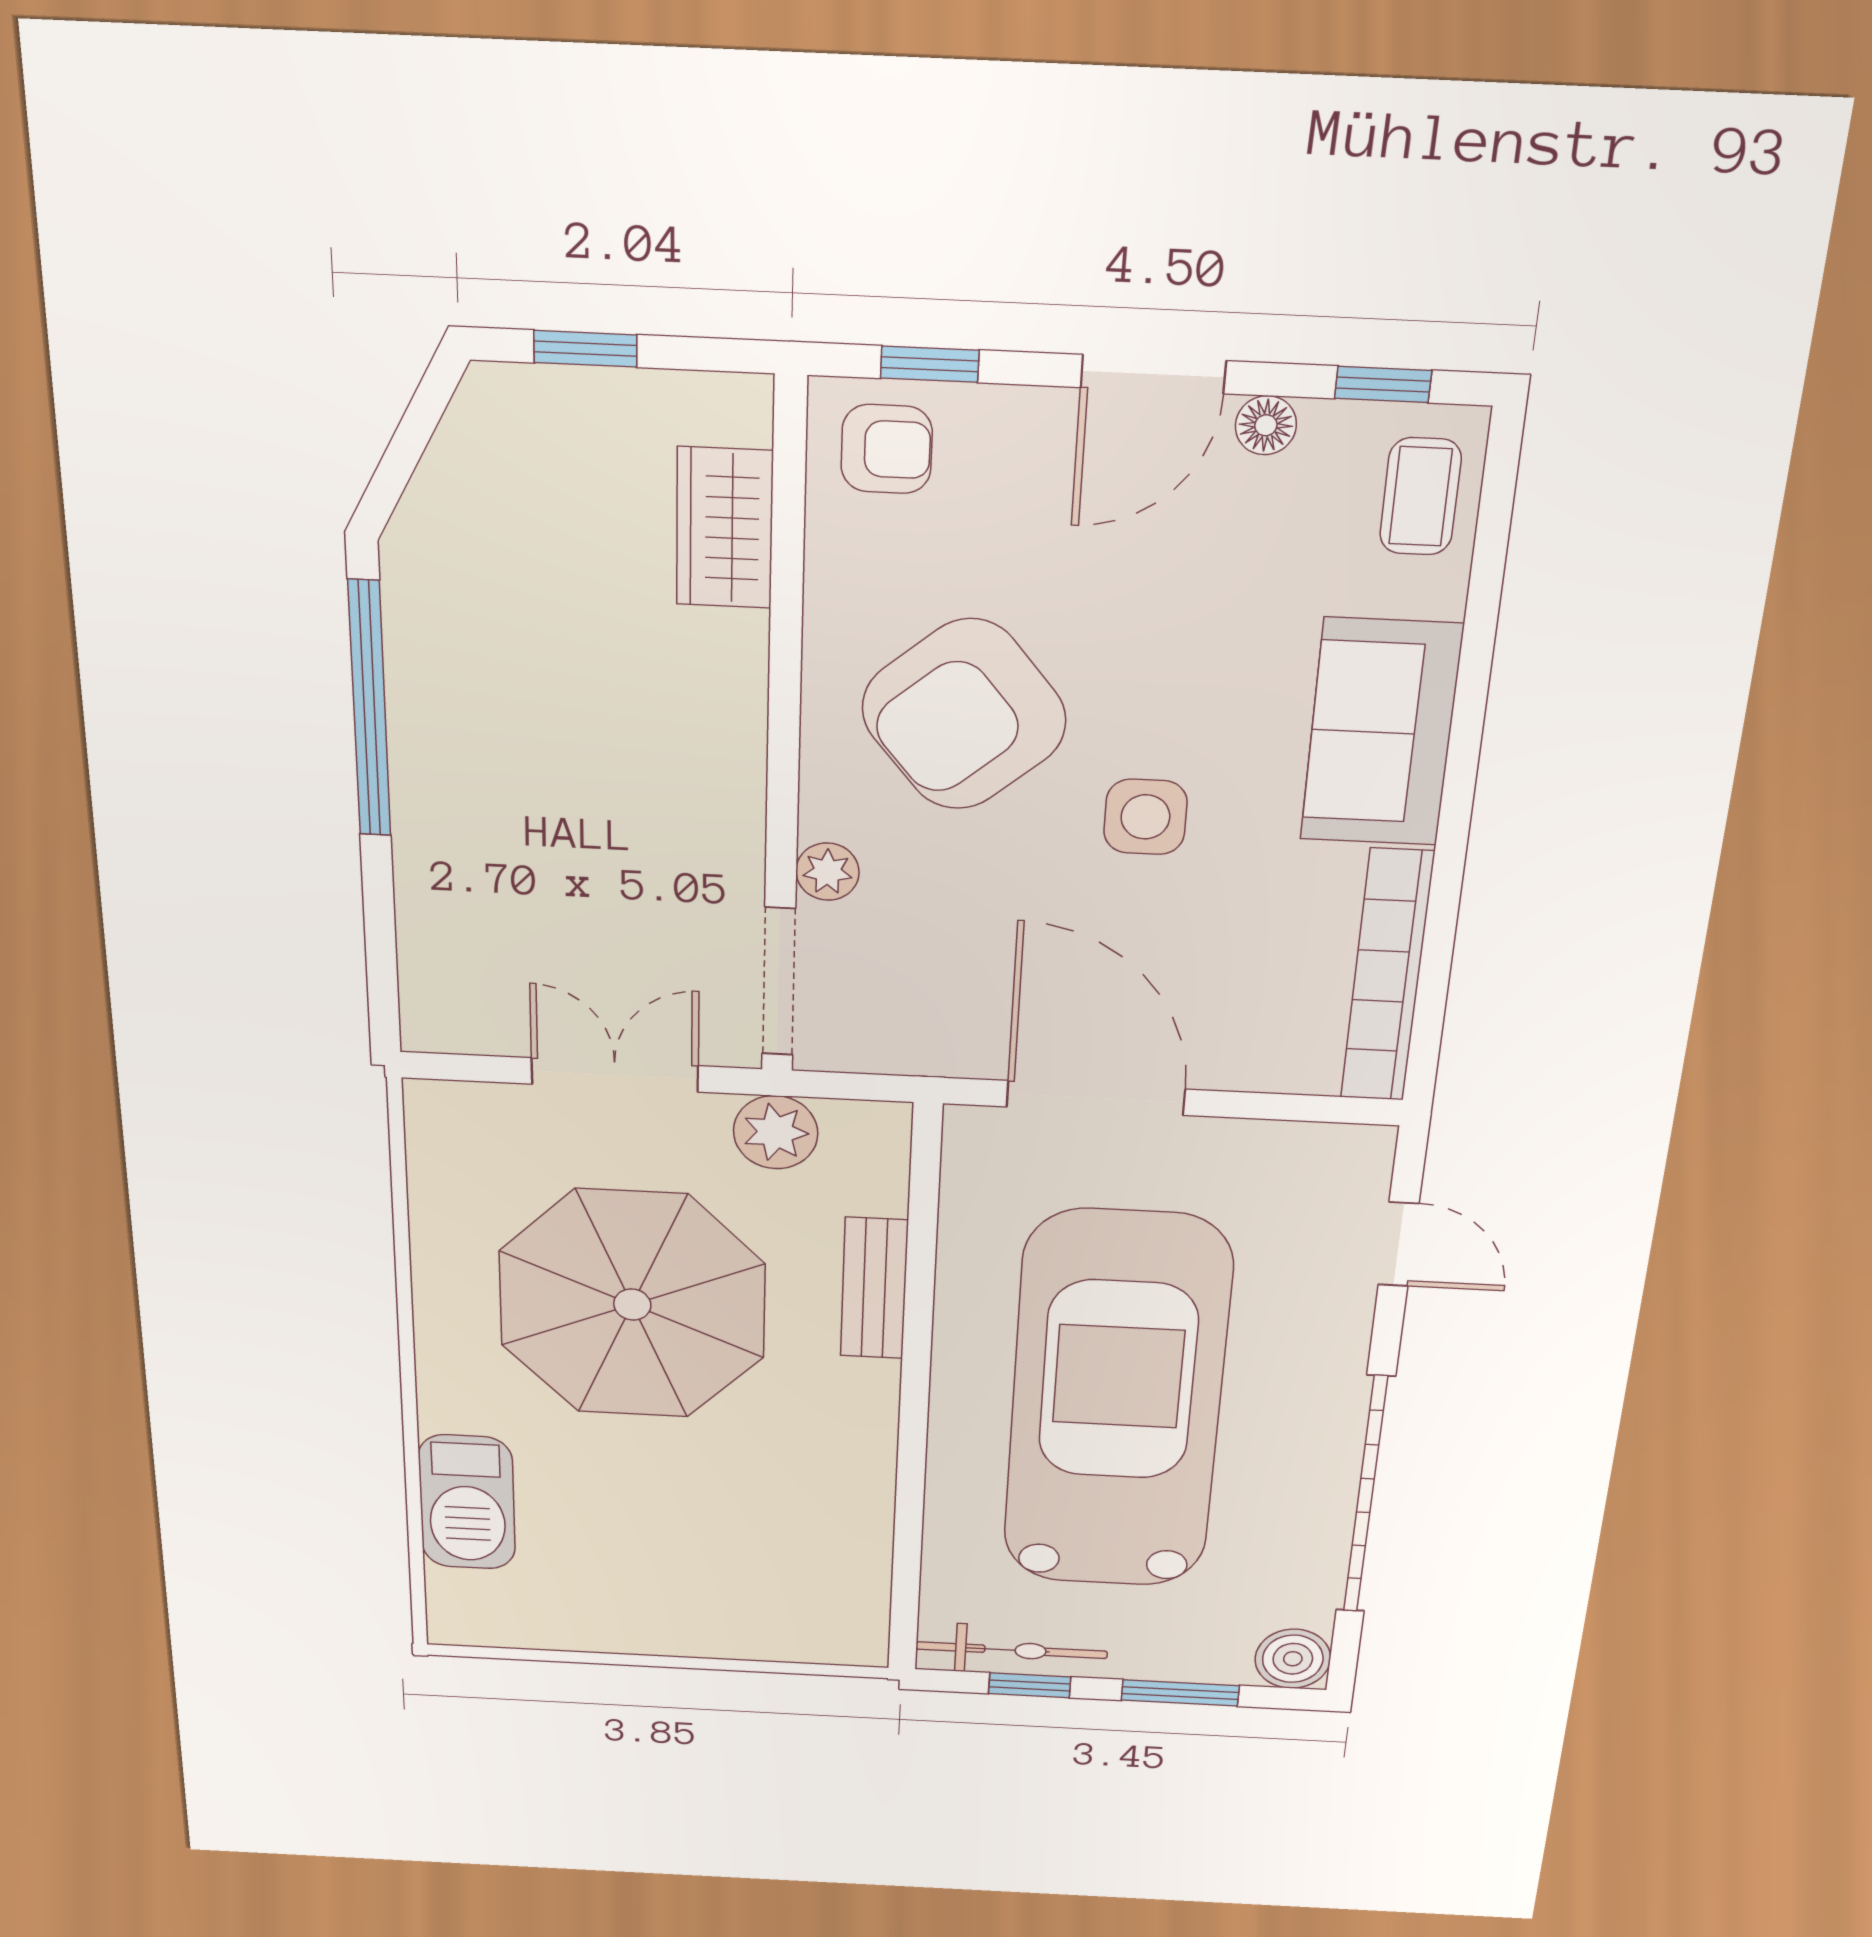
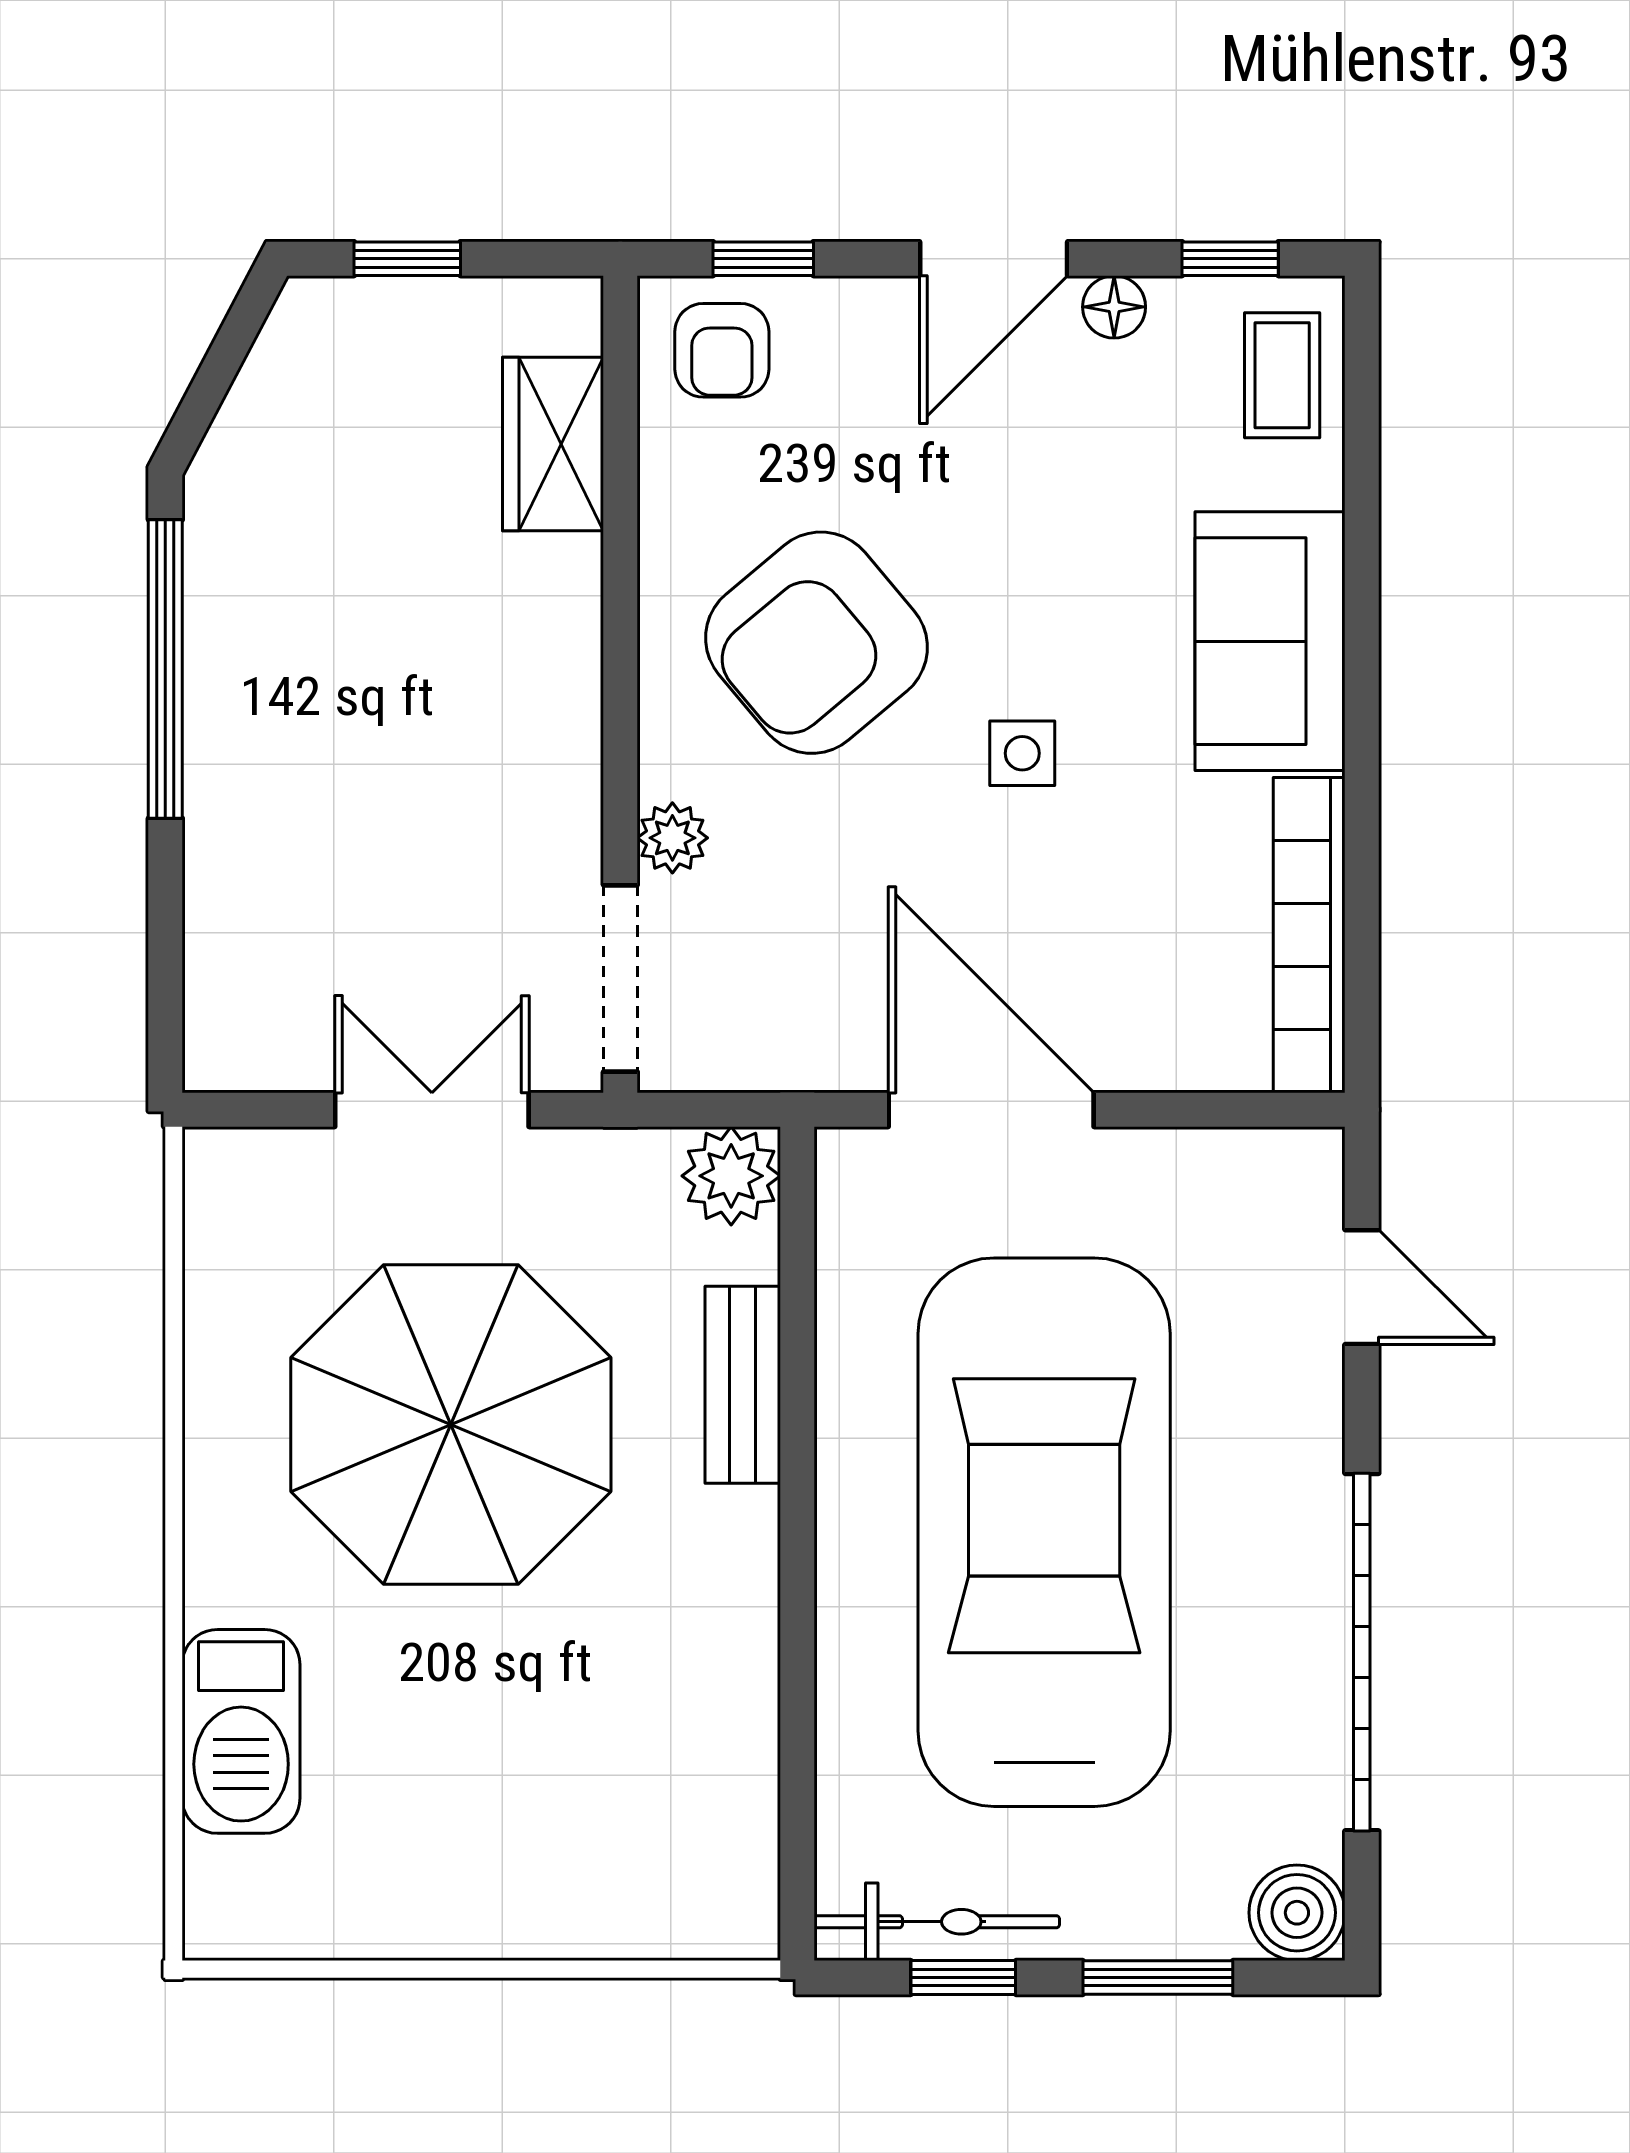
armchair: (887, 449) -> (722, 350), turned 90
side table: (1145, 817) -> (1022, 753), width x0.73, depth x0.73
plant: (776, 1132) -> (731, 1176), moved

